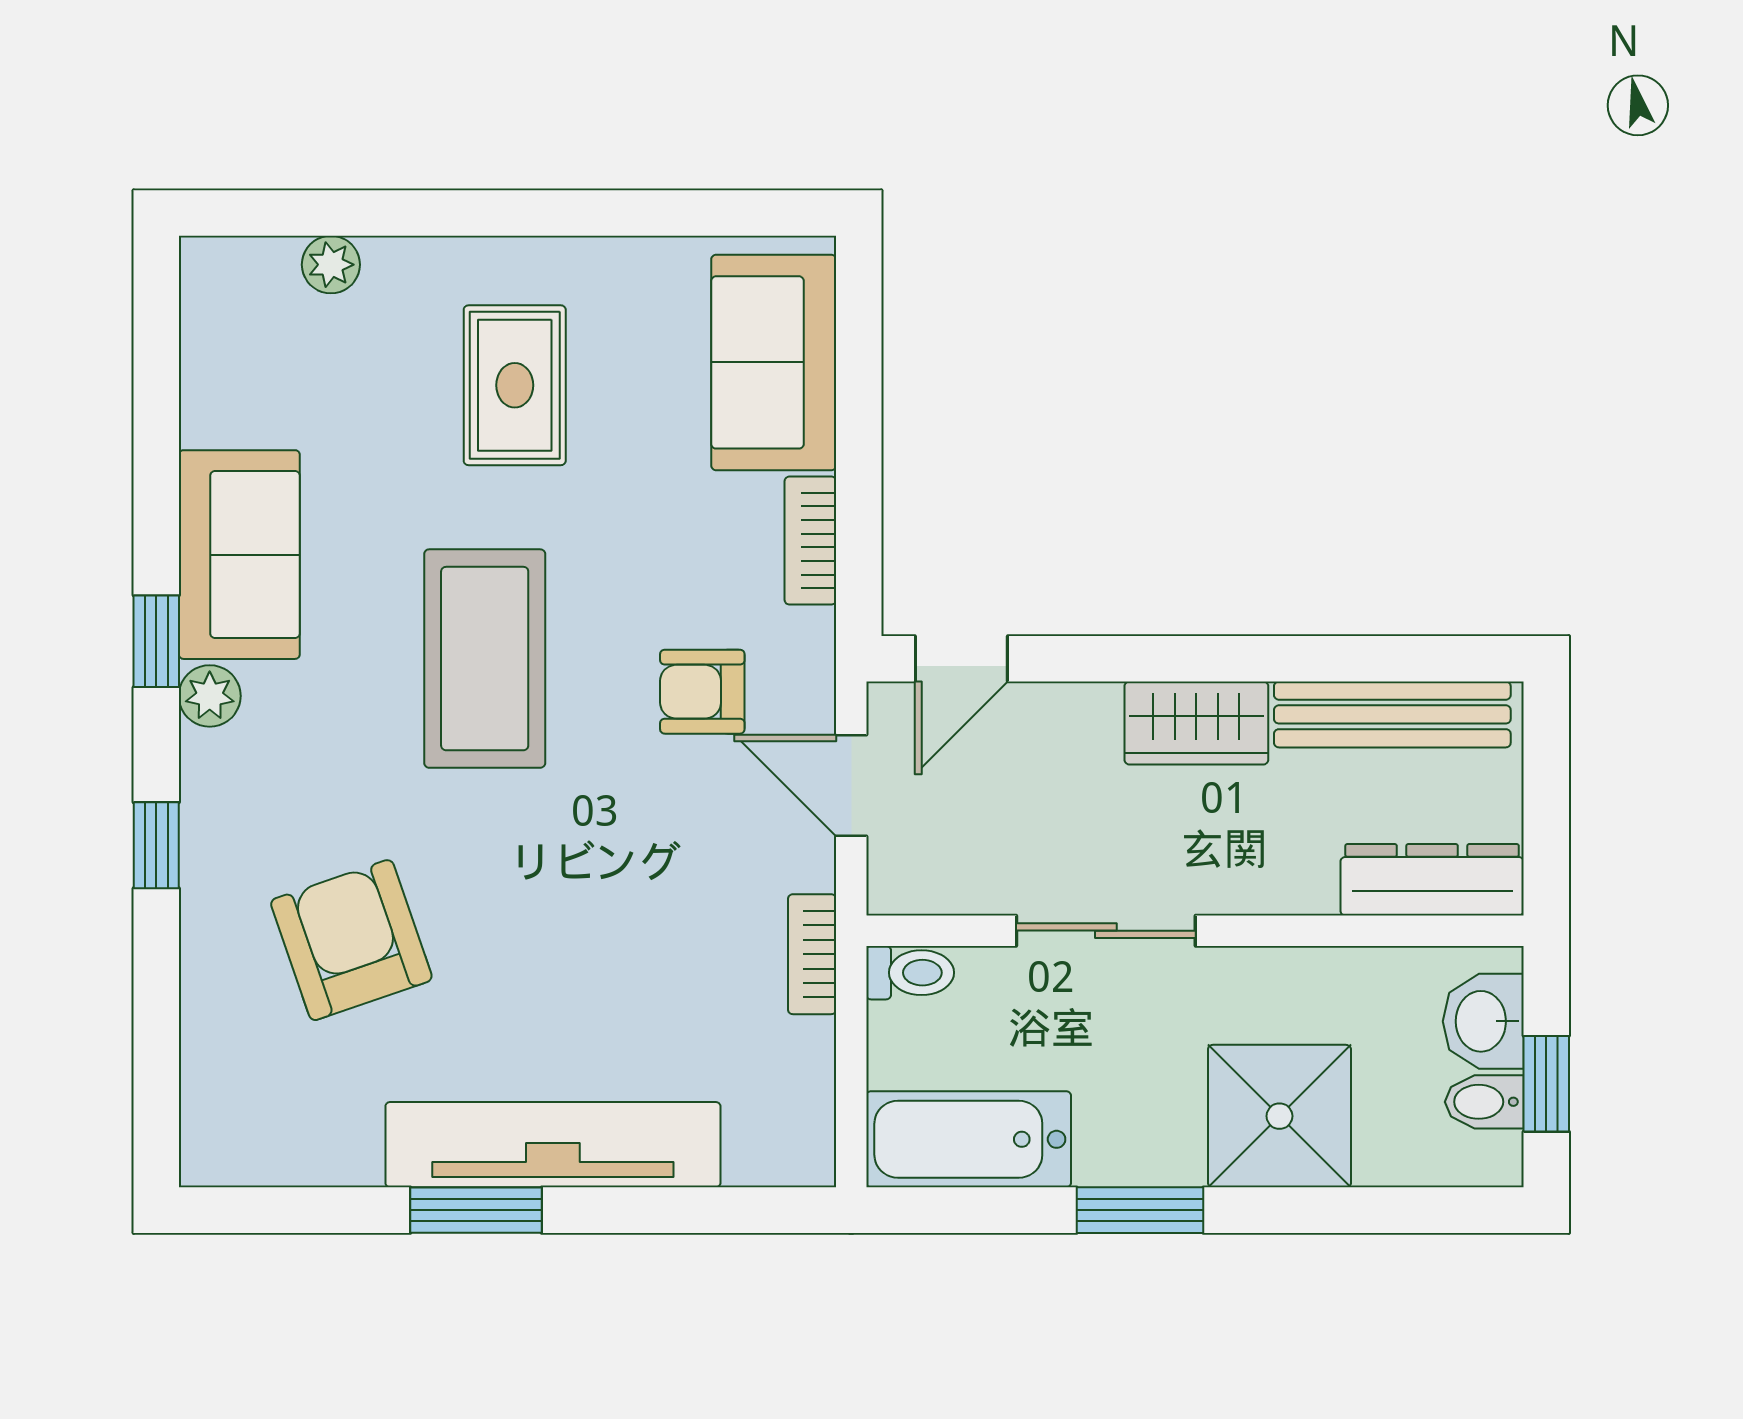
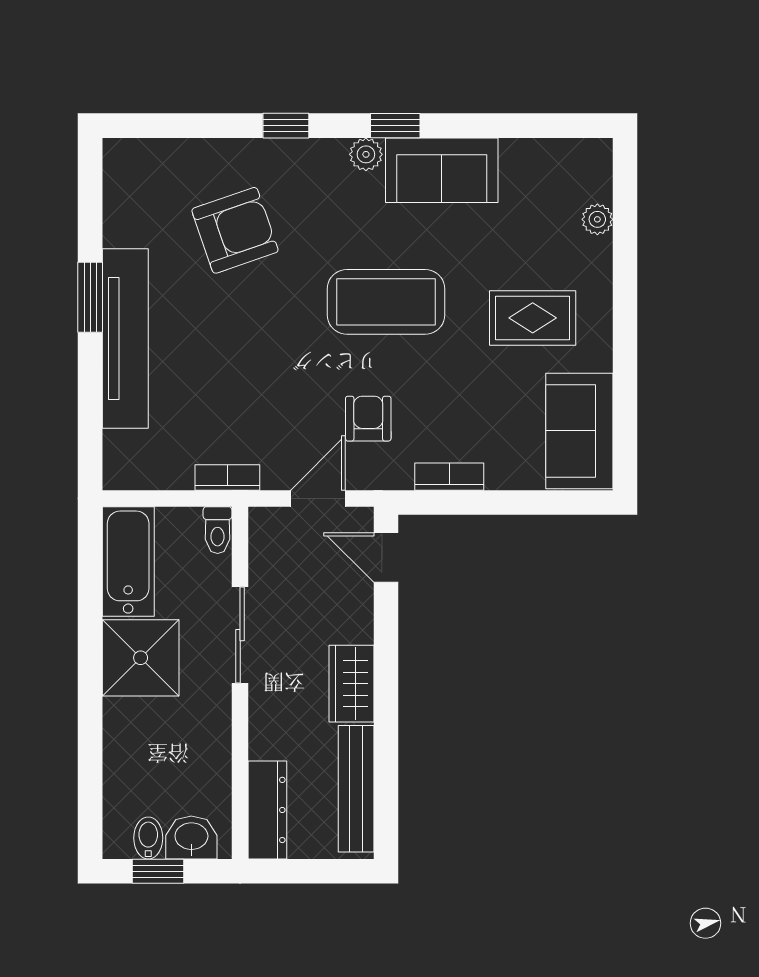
sofa: (774, 362) -> (579, 431), moved, turned -90
shower: (1279, 1116) -> (141, 658), moved
window: (1140, 1210) -> (90, 653), removed

